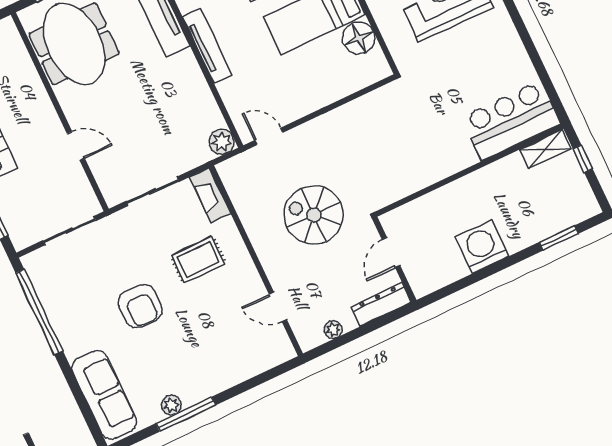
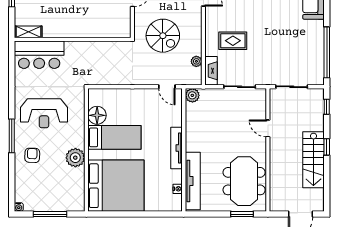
bar counter: (511, 120) -> (39, 55), moved
shelving: (545, 149) -> (29, 32), moved
wall: (469, 170) -> (73, 39), moved
plant: (241, 199) -> (196, 61), added
armchair: (140, 306) -> (274, 31), removed

